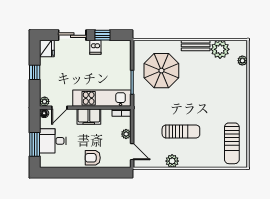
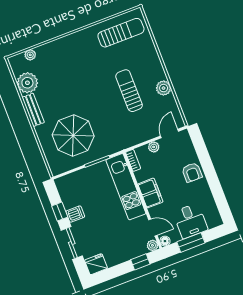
window: (35, 72) -> (140, 262), moved
window: (35, 144) -> (191, 242), moved

